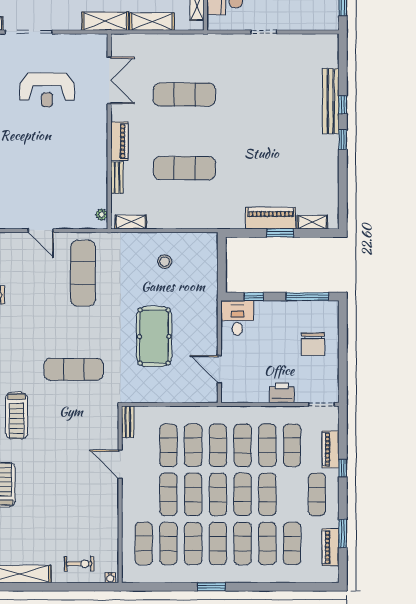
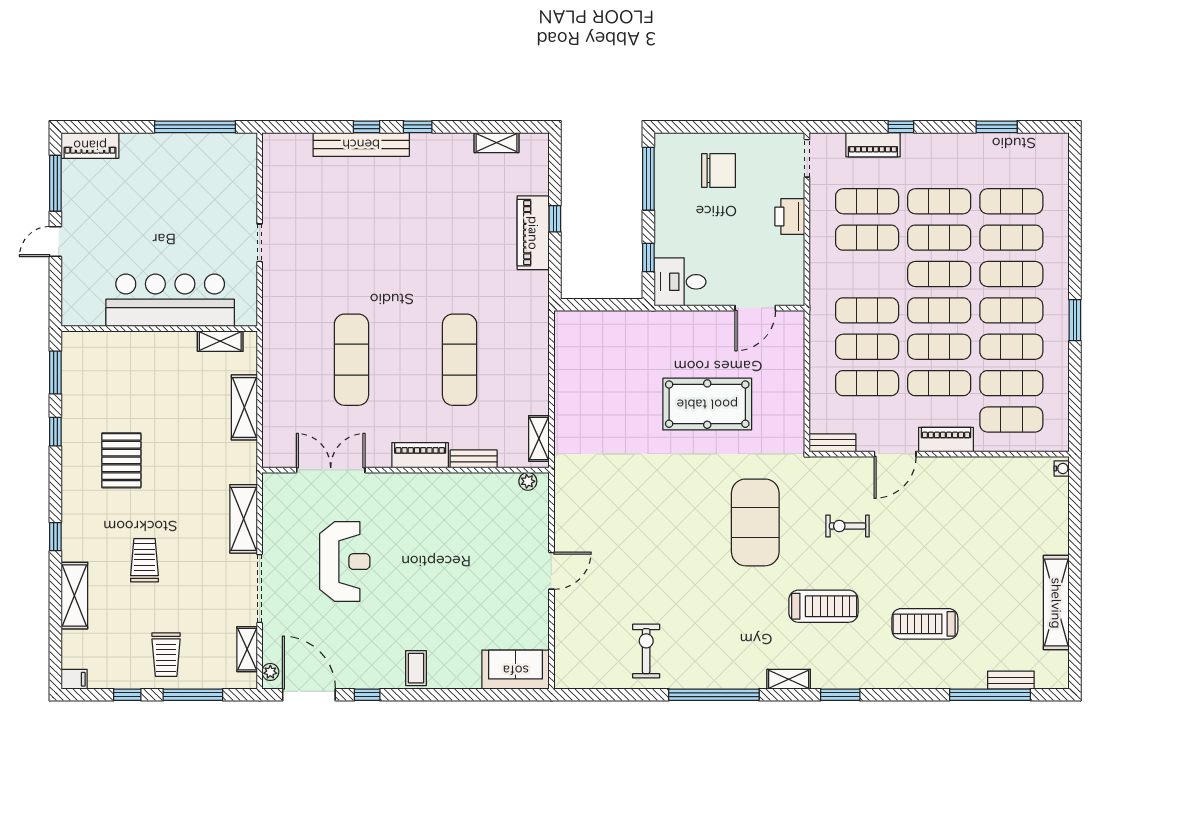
shelving: (105, 21) -> (244, 519), moved
shelving: (312, 222) -> (497, 143), moved, turned 90
window: (280, 233) -> (555, 219), width x0.67
stool: (165, 262) -> (597, 389), removed
exercise mat: (83, 273) -> (614, 509), removed
exercise mat: (74, 369) -> (755, 522), width x1.47
exercise mat: (243, 445) -> (867, 274), removed
exercise mat: (317, 494) -> (939, 201), moved
piano: (331, 547) -> (946, 440), moved, turned 180
exercise bike: (79, 564) -> (848, 526), moved, turned -90

